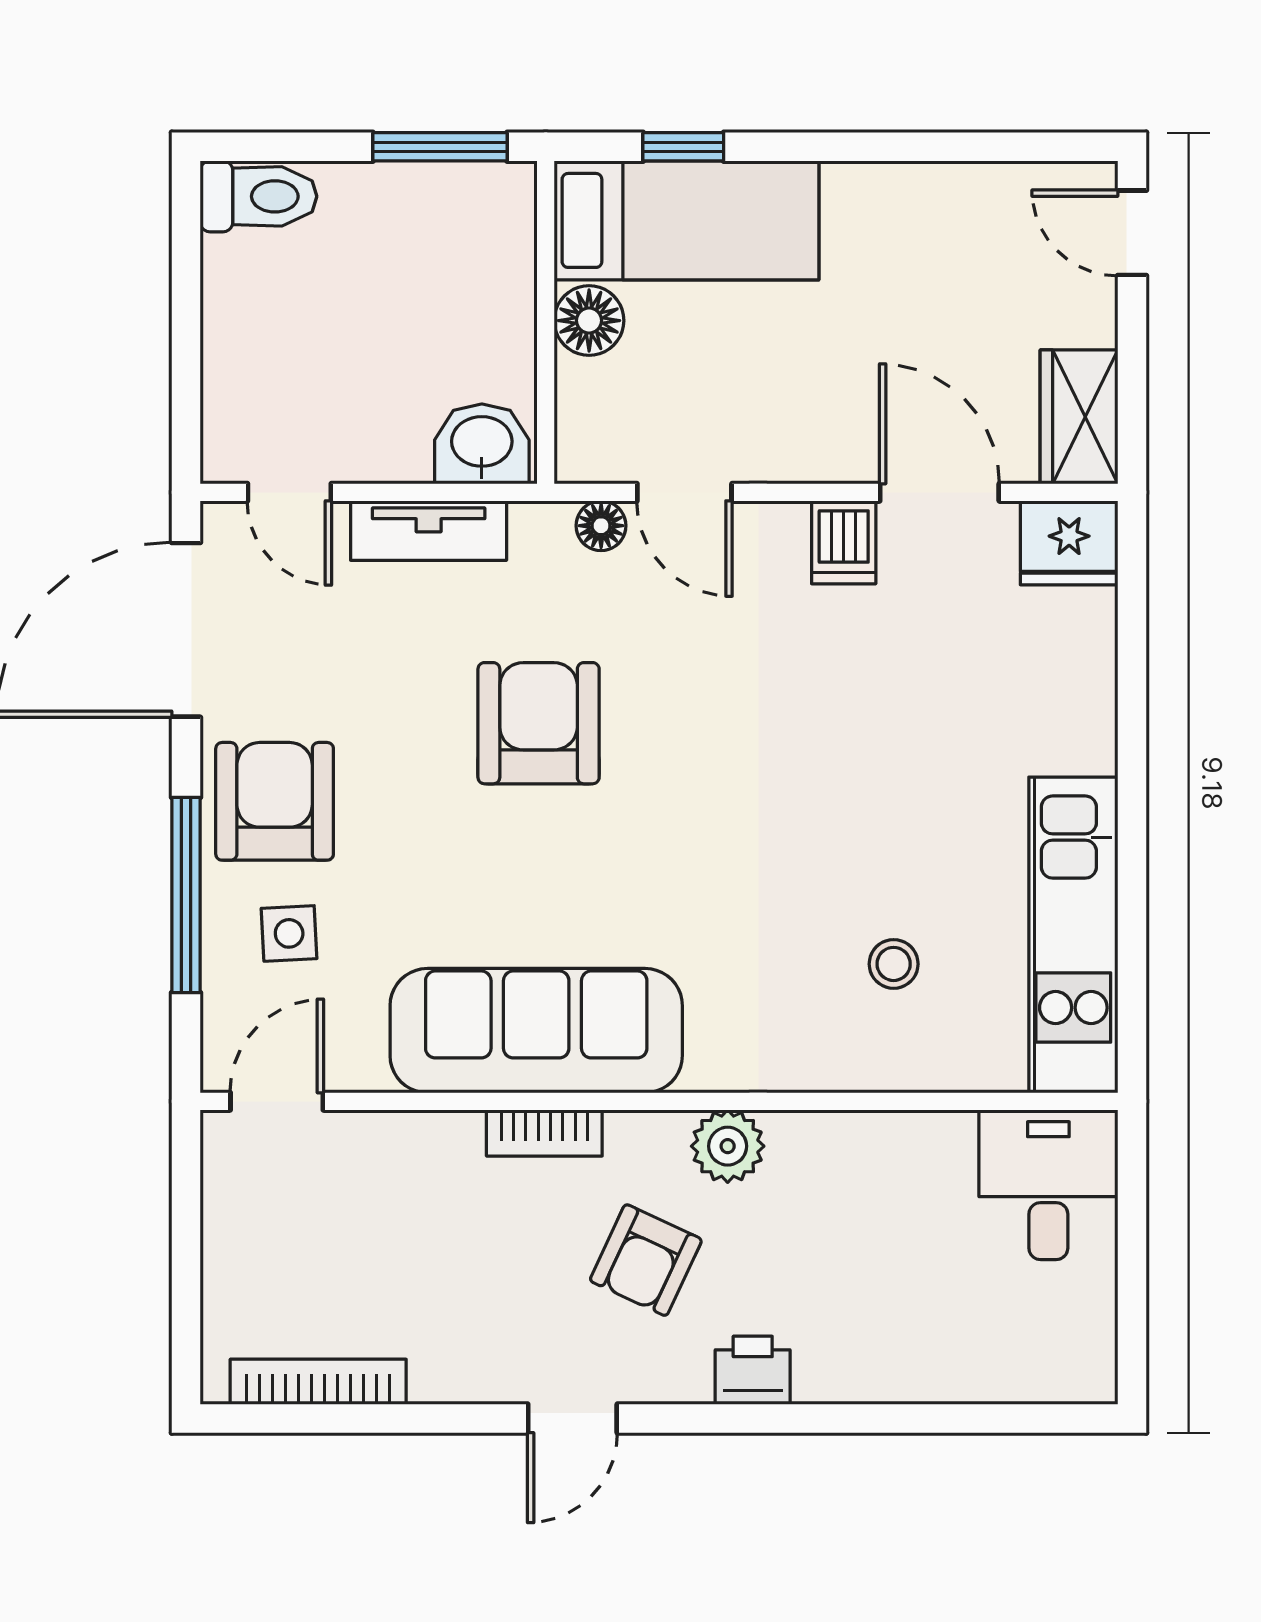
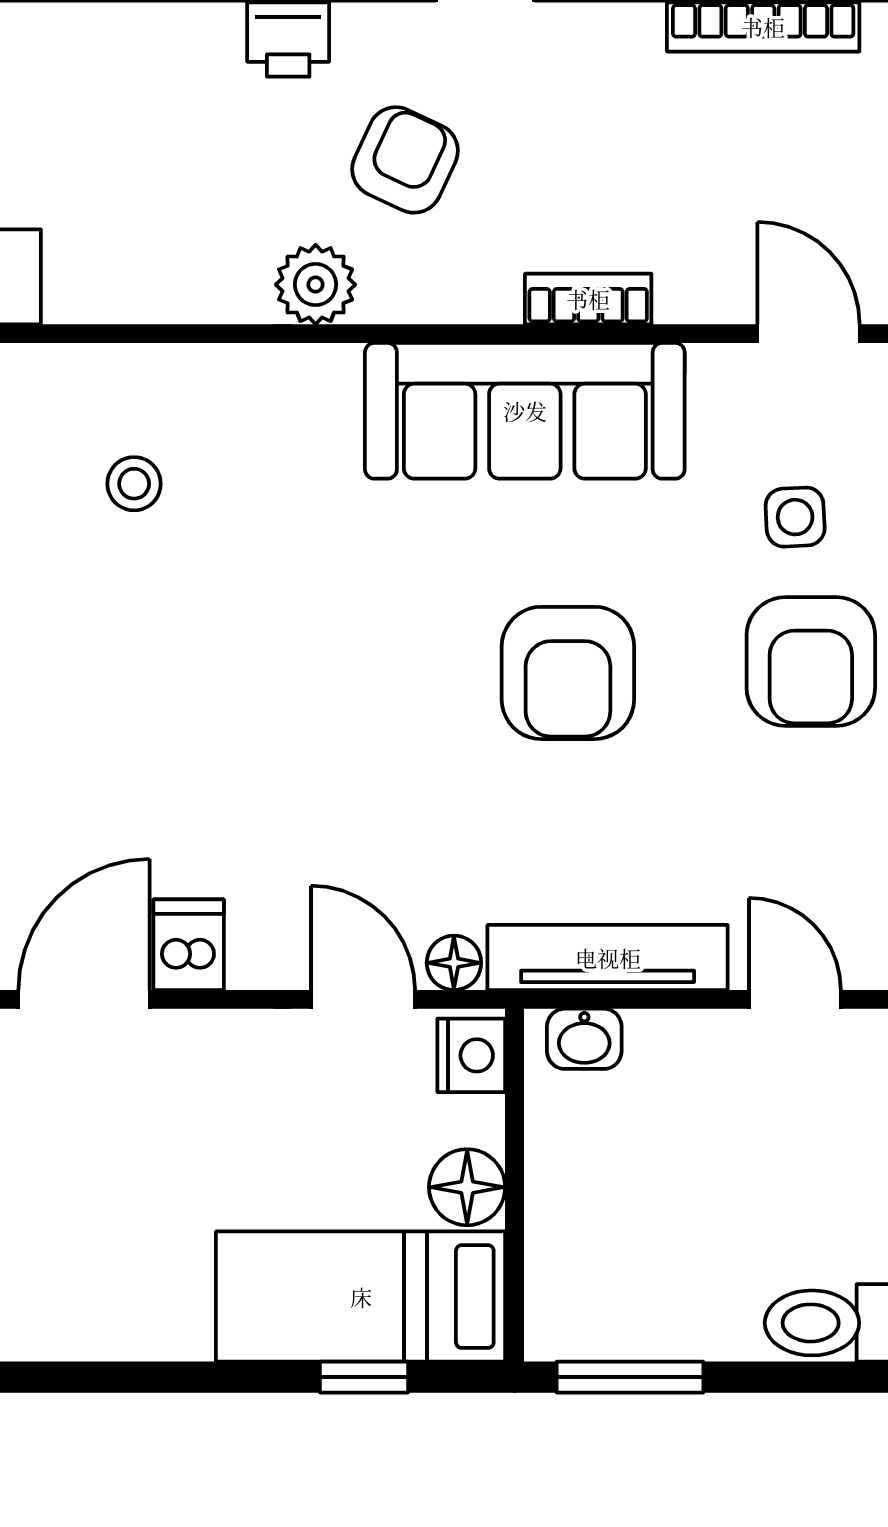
nightstand: (585, 441) -> (471, 1055), added
washbasin: (482, 444) -> (584, 1039), width x0.72, depth x0.69
door: (939, 492) -> (84, 999), swing flipped
tv unit: (429, 531) -> (608, 958), width x1.41
armchair: (539, 723) -> (568, 673), moved
door: (277, 1101) -> (809, 334), swing flipped
bookcase: (544, 1133) -> (588, 299), moved

